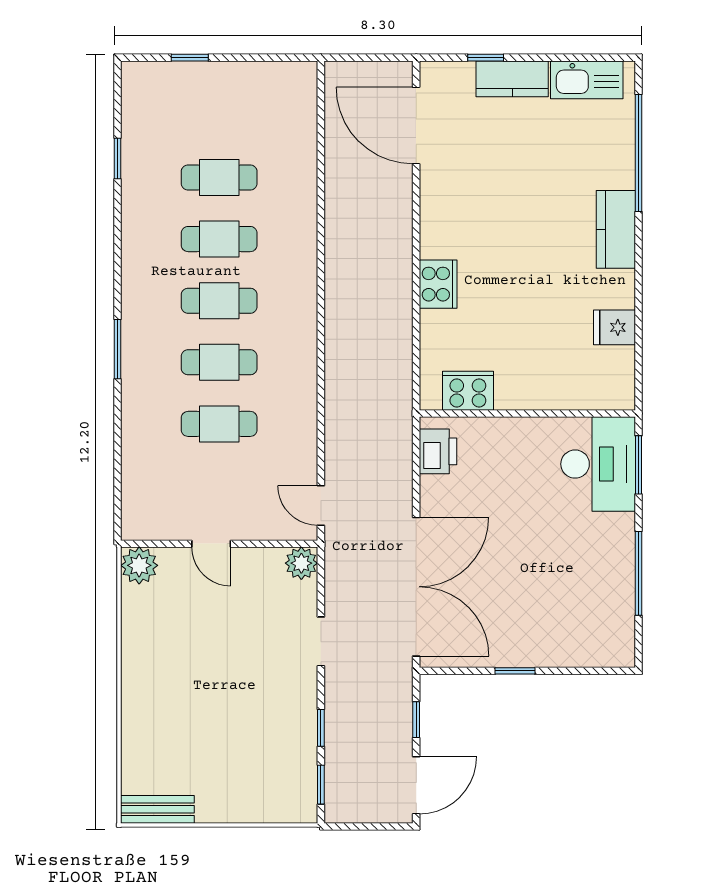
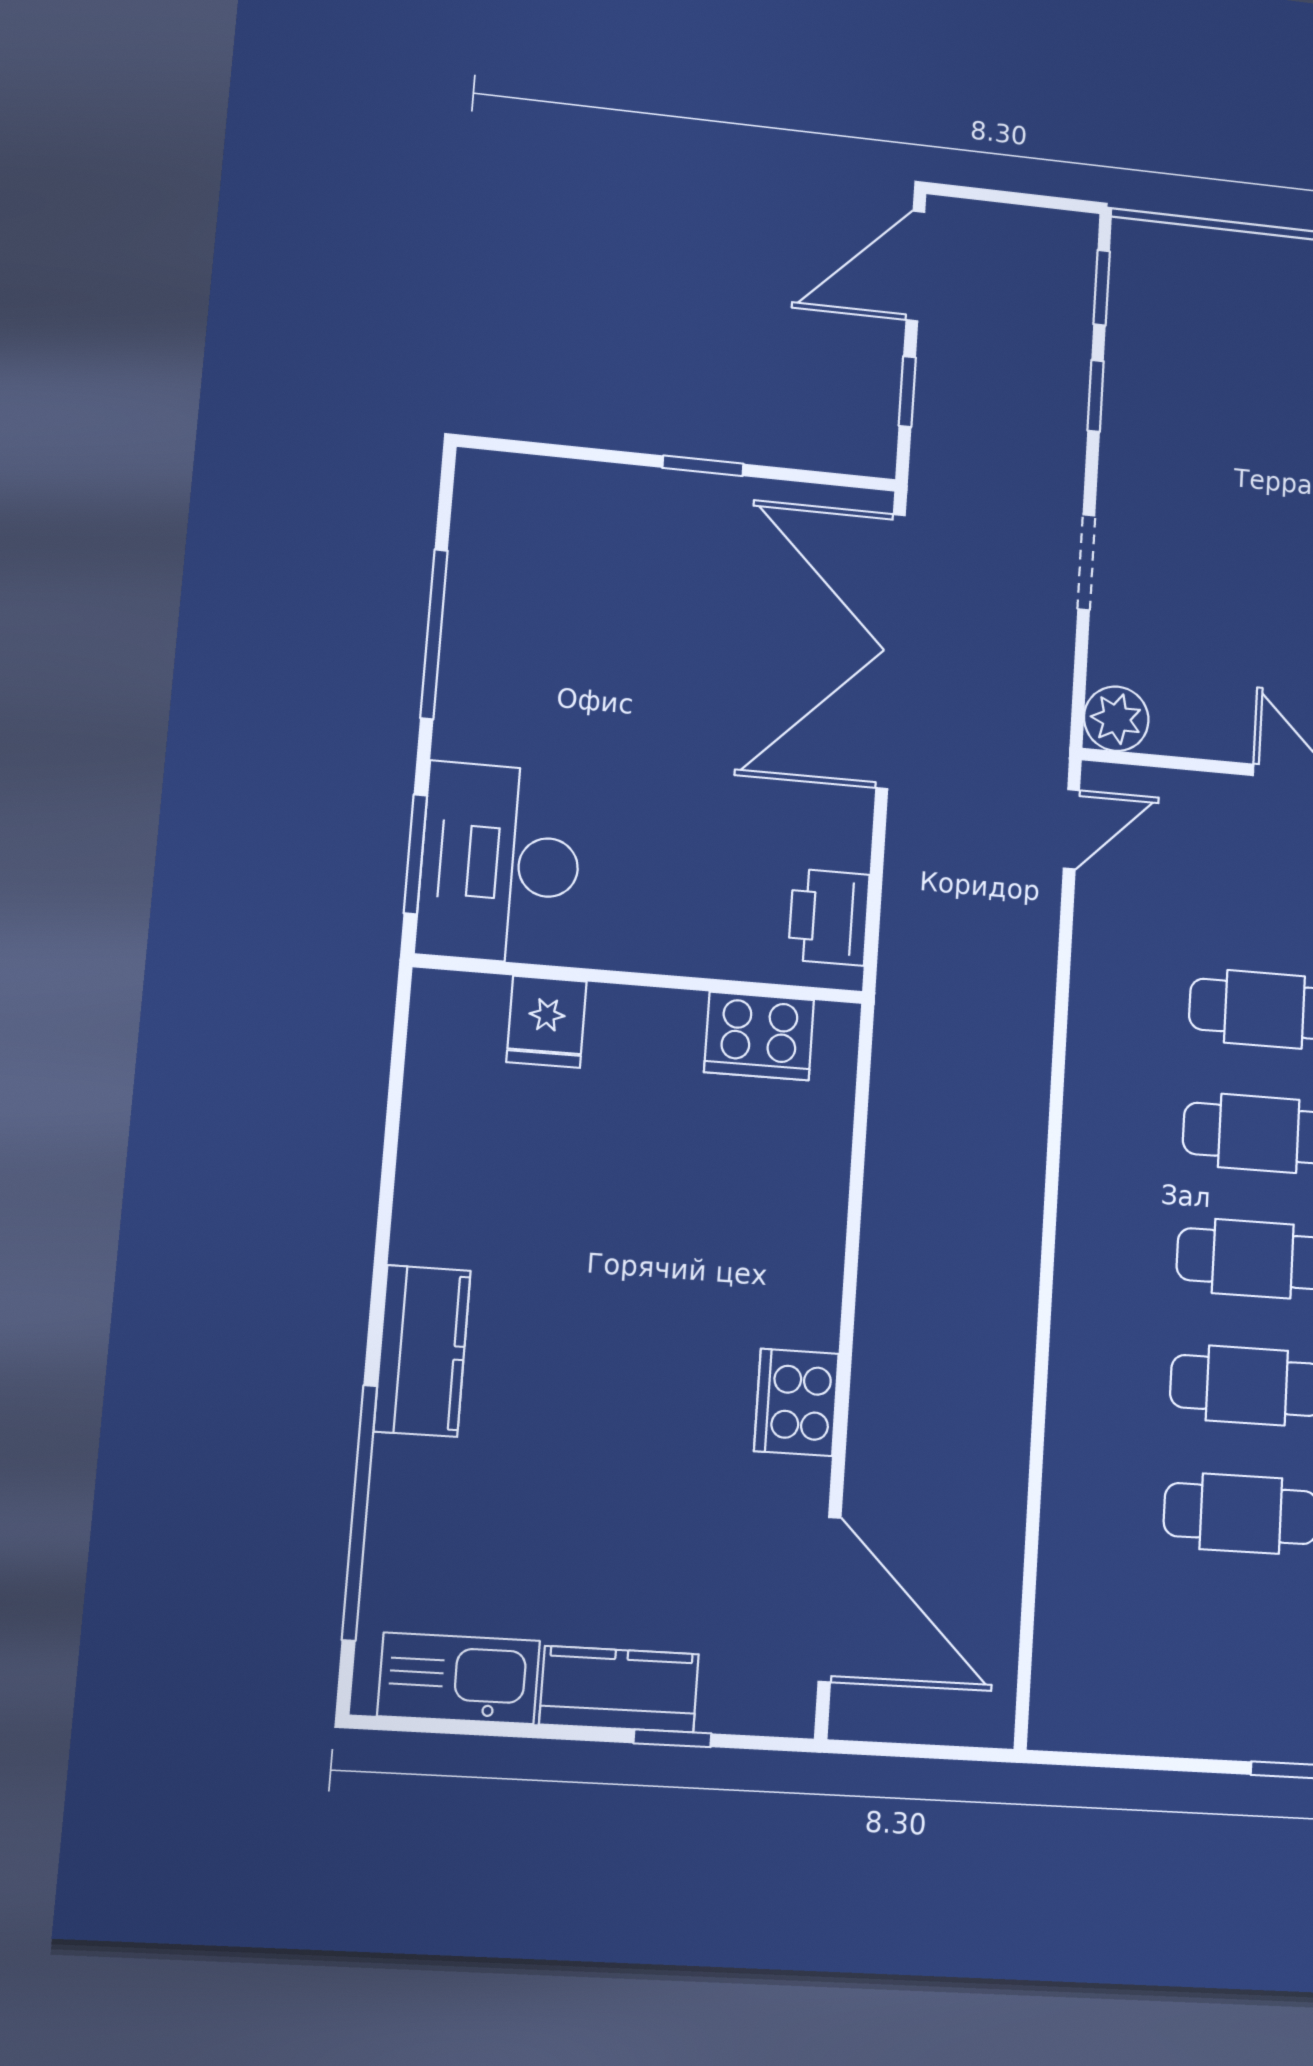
cooker: (438, 284) -> (796, 1402), moved
fridge: (614, 327) -> (546, 1022), moved, turned 90
door: (321, 505) -> (1071, 829), hinge flipped

